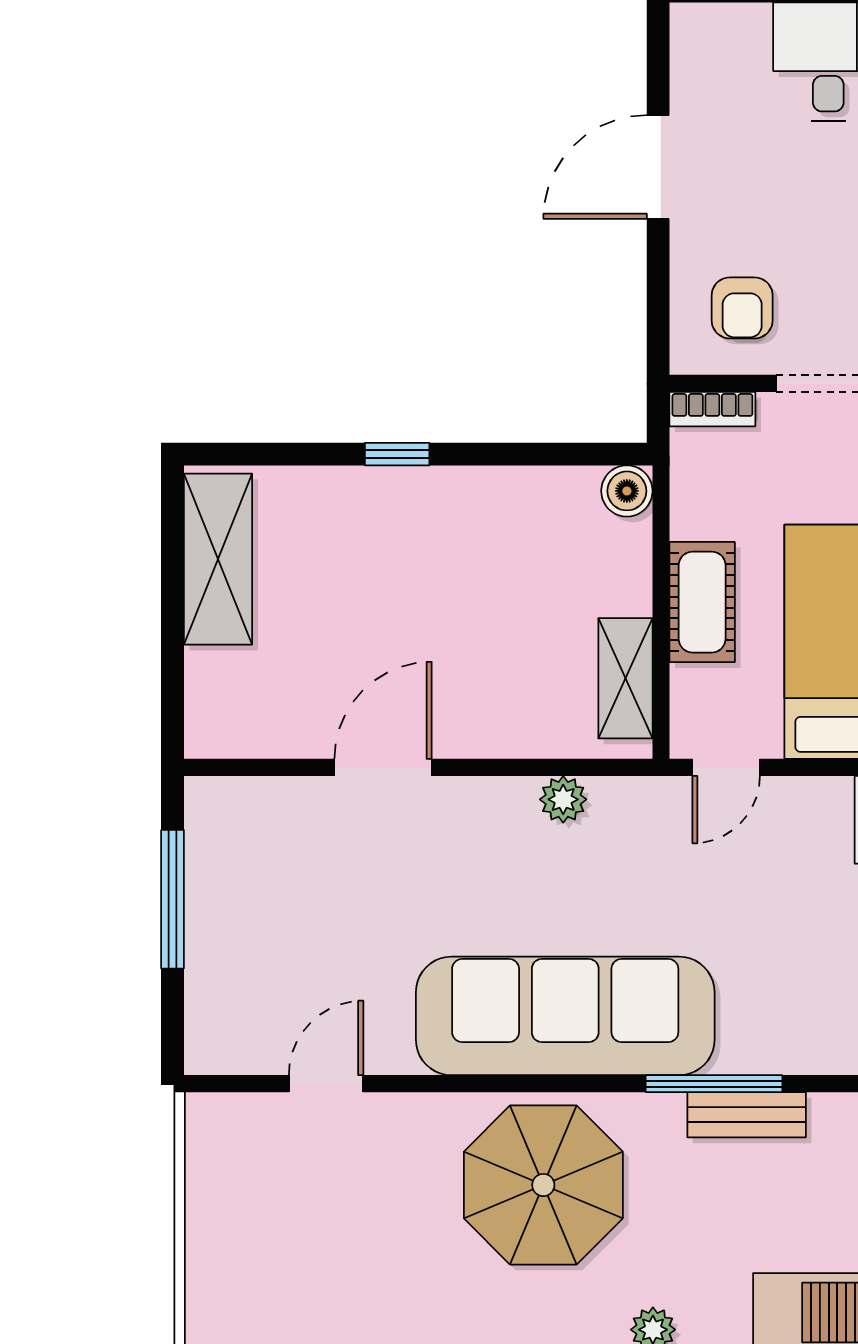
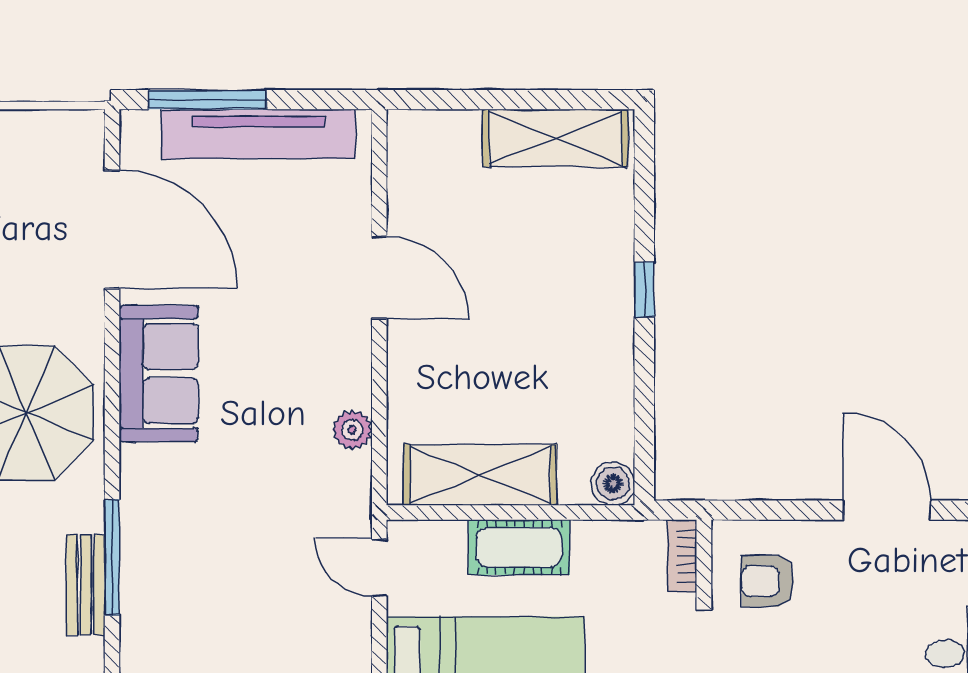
shelving: (625, 678) -> (480, 475), width x1.50, depth x1.33
window: (173, 899) -> (207, 100), moved
tv unit: (213, 911) -> (258, 134), added
sofa: (565, 1016) -> (159, 374), width x0.54, depth x0.79
door: (326, 1084) -> (112, 229), width x1.88

